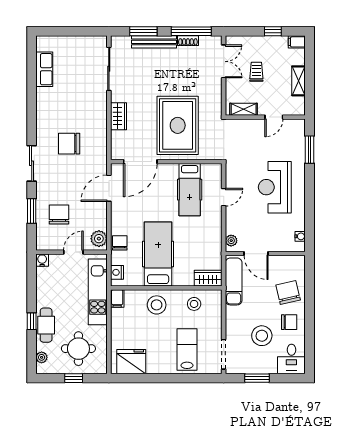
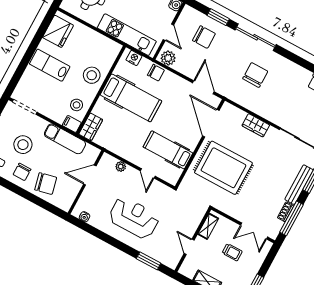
sliding door: (32, 163) -> (256, 37), width x1.37
plant: (231, 241) -> (121, 167), moved
exam couch: (234, 281) -> (65, 139), moved
filing cabinet: (117, 298) -> (72, 124), moved
lab bench: (187, 349) -> (50, 65), moved, turned 180

